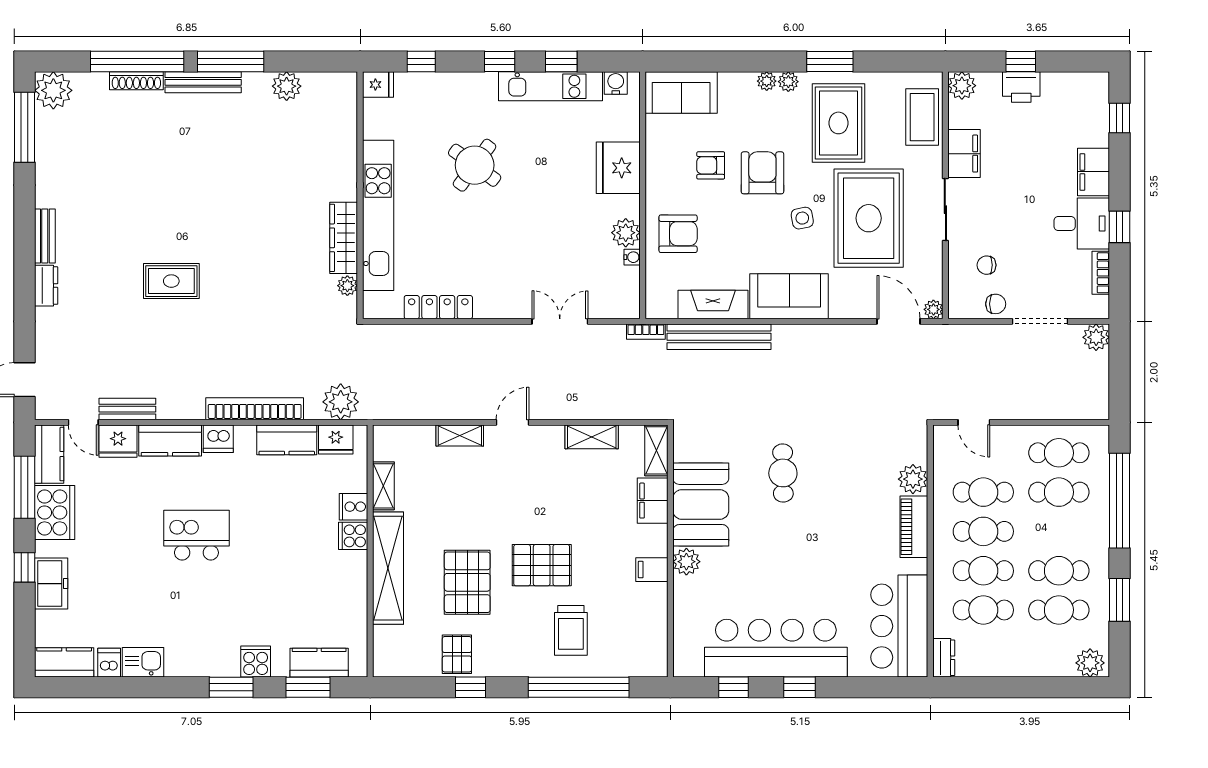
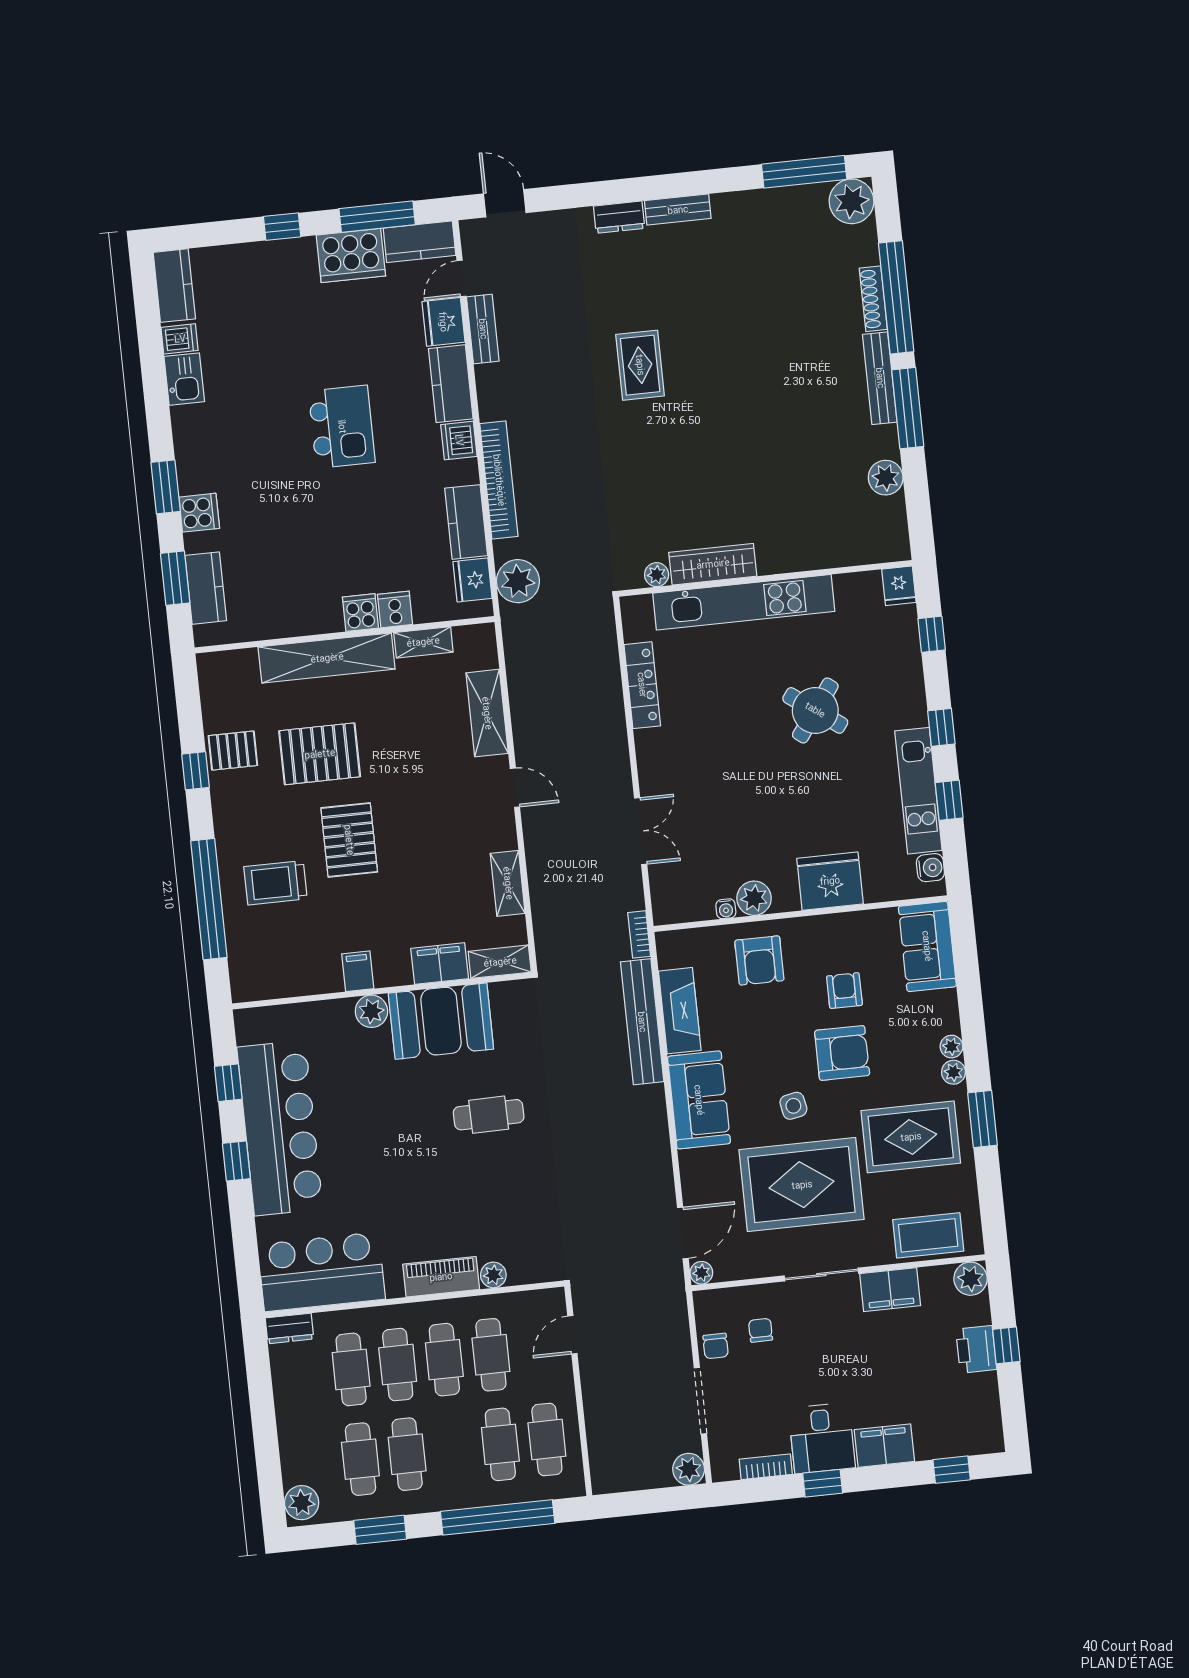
shelving: (460, 436) -> (487, 713), width x1.50, depth x1.33
plant: (913, 479) -> (493, 1275), width x0.73, depth x0.73
freezer: (51, 584) -> (266, 260), removed

